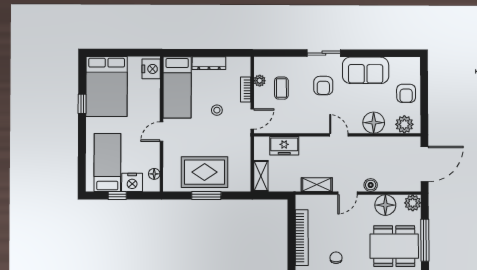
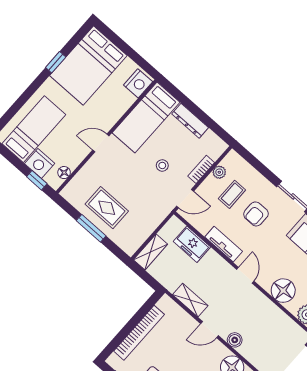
armchair: (323, 86) -> (256, 214), moved
tv unit: (306, 127) -> (224, 244), added
rug: (205, 172) -> (107, 208), width x0.73, depth x0.70
window: (117, 196) -> (37, 180), moved

